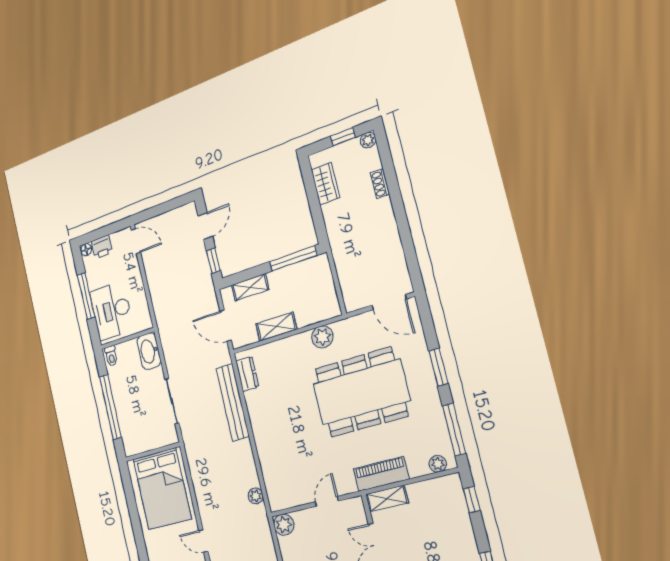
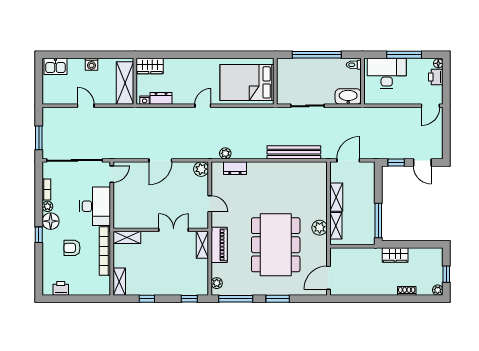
wardrobe: (325, 184) -> (395, 255), moved
shelving: (250, 287) -> (336, 226), moved
dresser: (247, 374) -> (235, 168), moved

